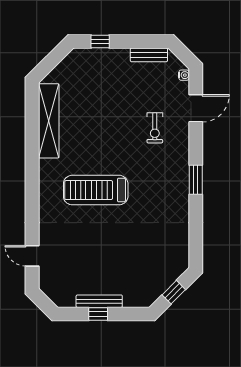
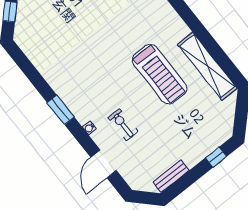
water cooler: (184, 75) -> (90, 128), moved
treadmill: (96, 190) -> (159, 74), moved, turned 90

